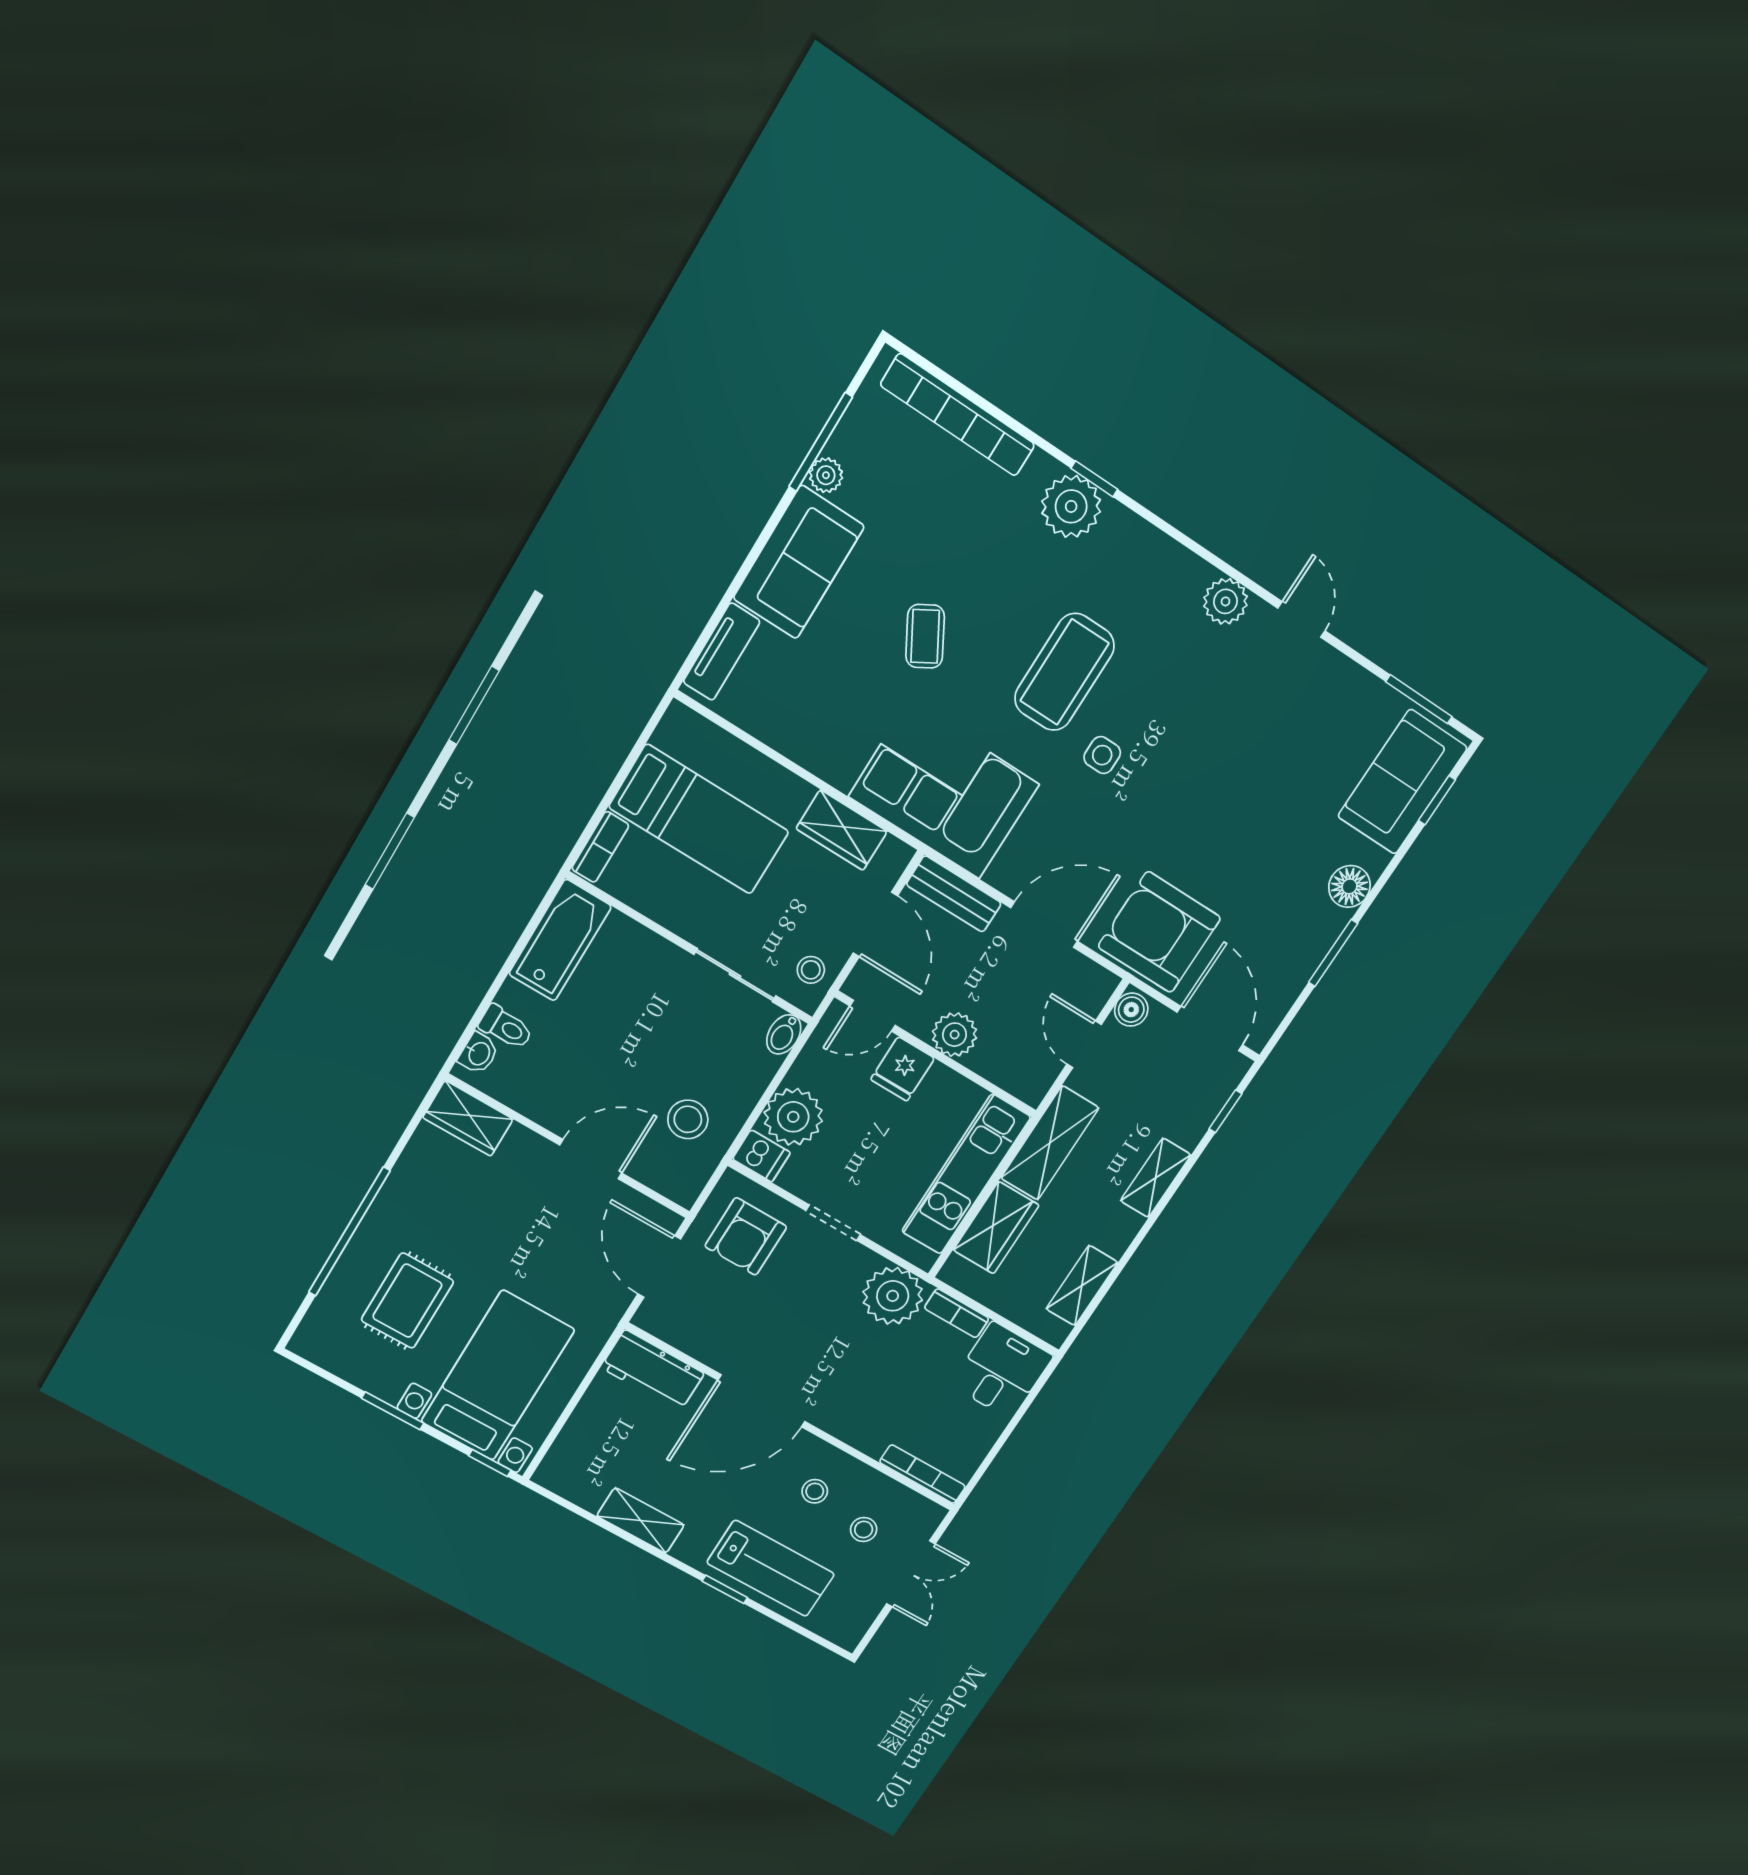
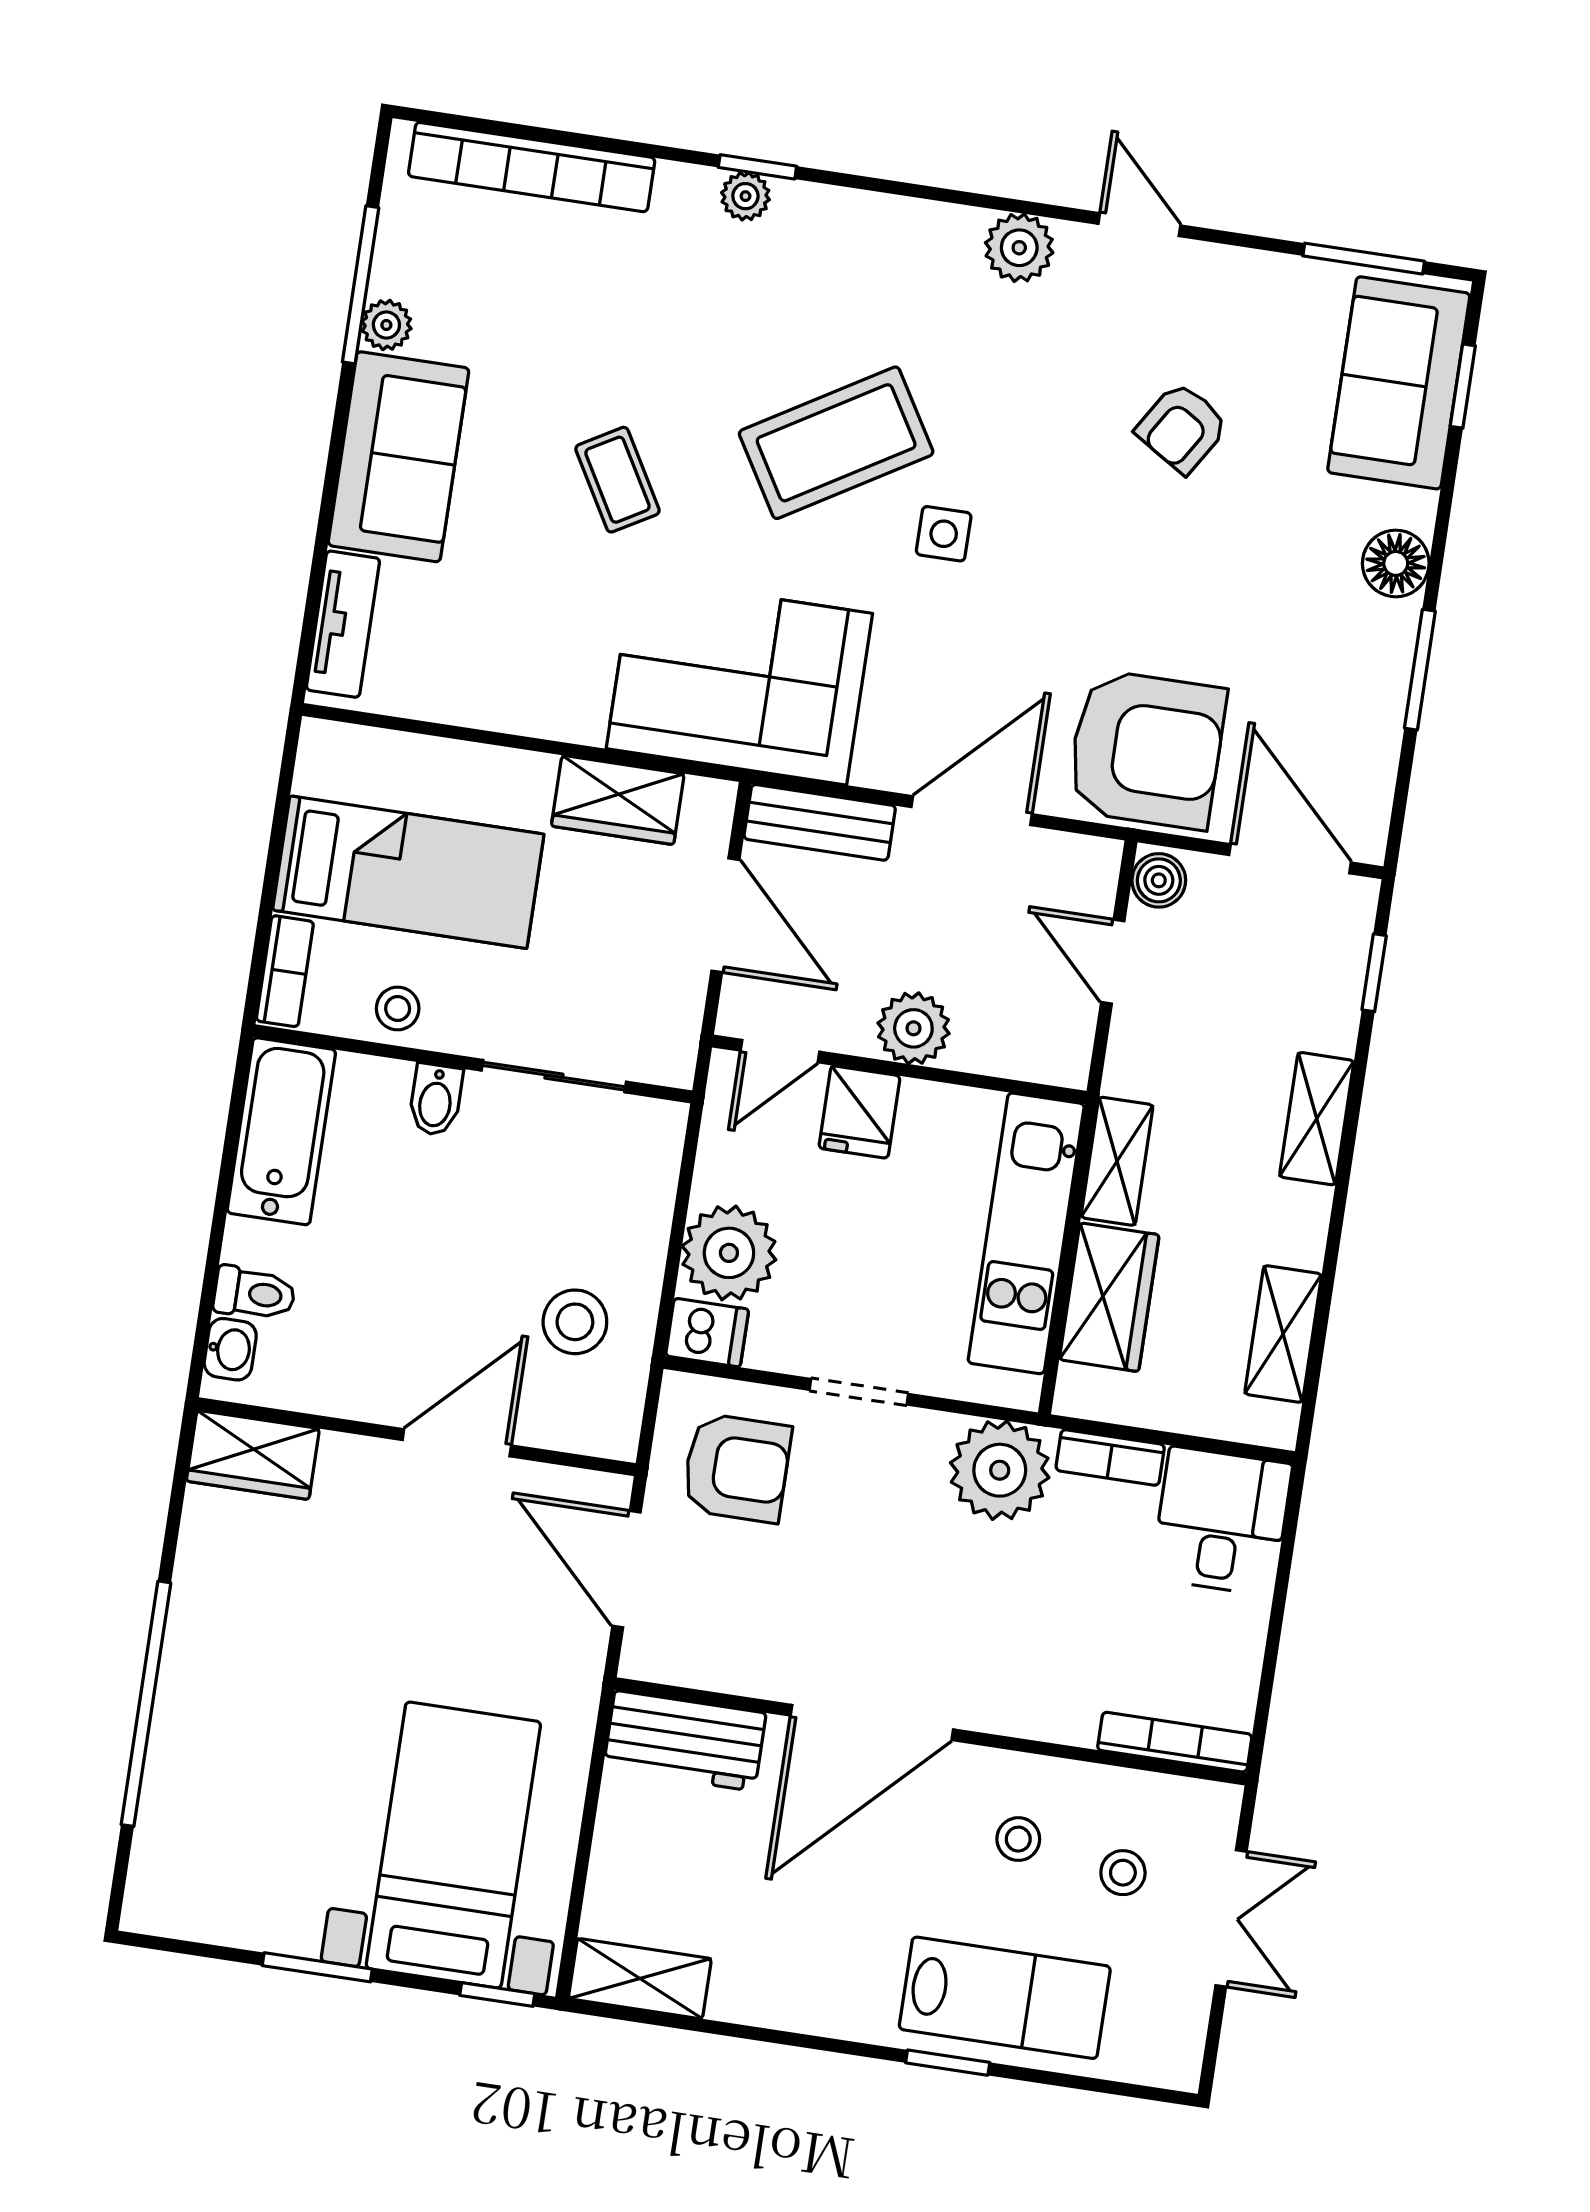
plant: (1071, 506) -> (745, 196), width x0.53, depth x0.53
coffee table: (1064, 672) -> (836, 443), turned 59
armchair: (1268, 753) -> (1182, 428), added
armchair: (1159, 932) -> (1146, 749), turned 180
stool: (811, 970) -> (398, 1008), moved
bidet: (784, 1034) -> (436, 1100), moved
shelving: (1050, 1143) -> (1117, 1161), width x0.67, depth x0.75
armchair: (746, 1236) -> (737, 1468), turned -90
rug: (407, 1301) -> (272, 1779), removed
shelving: (641, 1521) -> (640, 1979), moved

